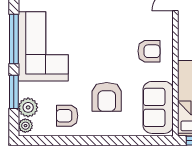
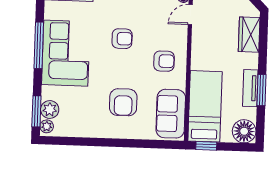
window: (14, 92) -> (36, 111), moved
armchair: (67, 116) -> (122, 39), moved, turned 180

